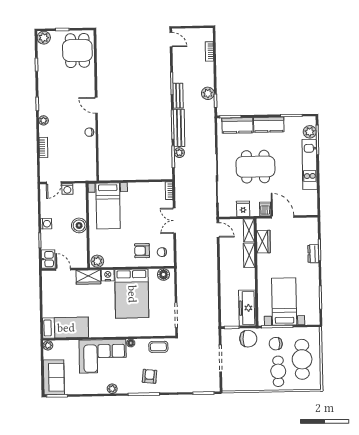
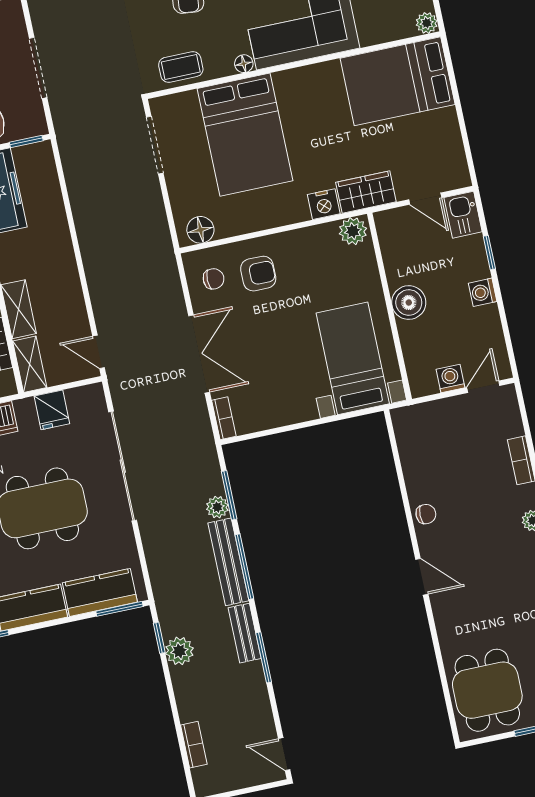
double door: (174, 221) -> (199, 354), width x1.37
bed: (132, 294) -> (245, 135), moved, turned 180
bed: (66, 328) -> (398, 81), width x1.50

